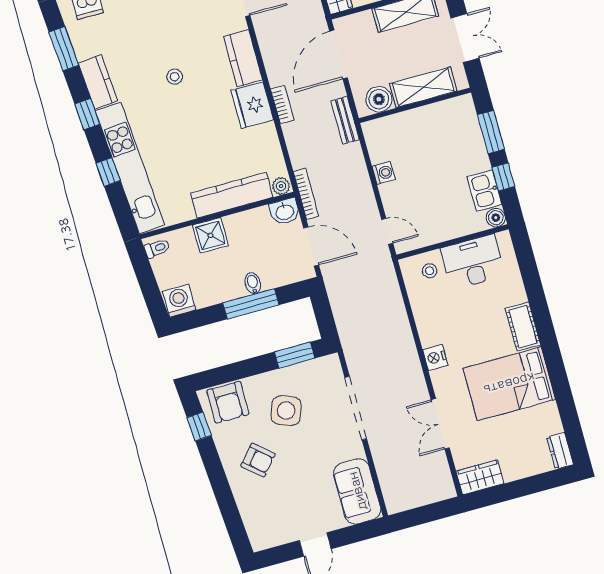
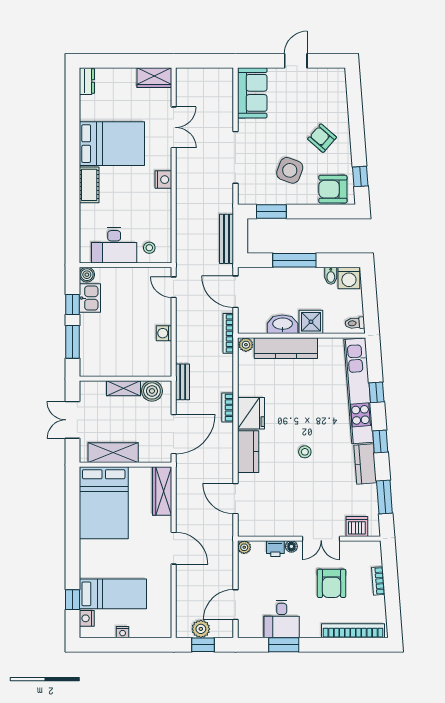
shelving: (423, 87) -> (124, 388), width x0.67, depth x0.75
washbasin: (285, 212) -> (283, 324), moved, width x1.38
bidet: (253, 283) -> (331, 276), moved
bench: (340, 307) -> (227, 239), added
armchair: (228, 402) -> (333, 189), turned -90

